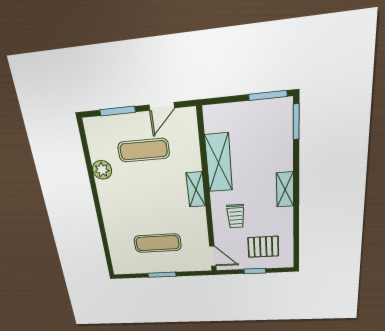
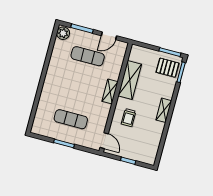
plant: (102, 170) -> (63, 33), moved
pallet: (263, 247) -> (168, 68), moved

